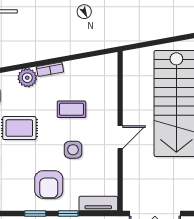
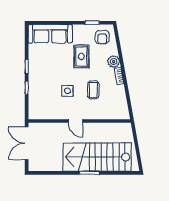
armchair: (49, 185) -> (45, 75), removed
tv unit: (98, 204) -> (33, 107), removed

